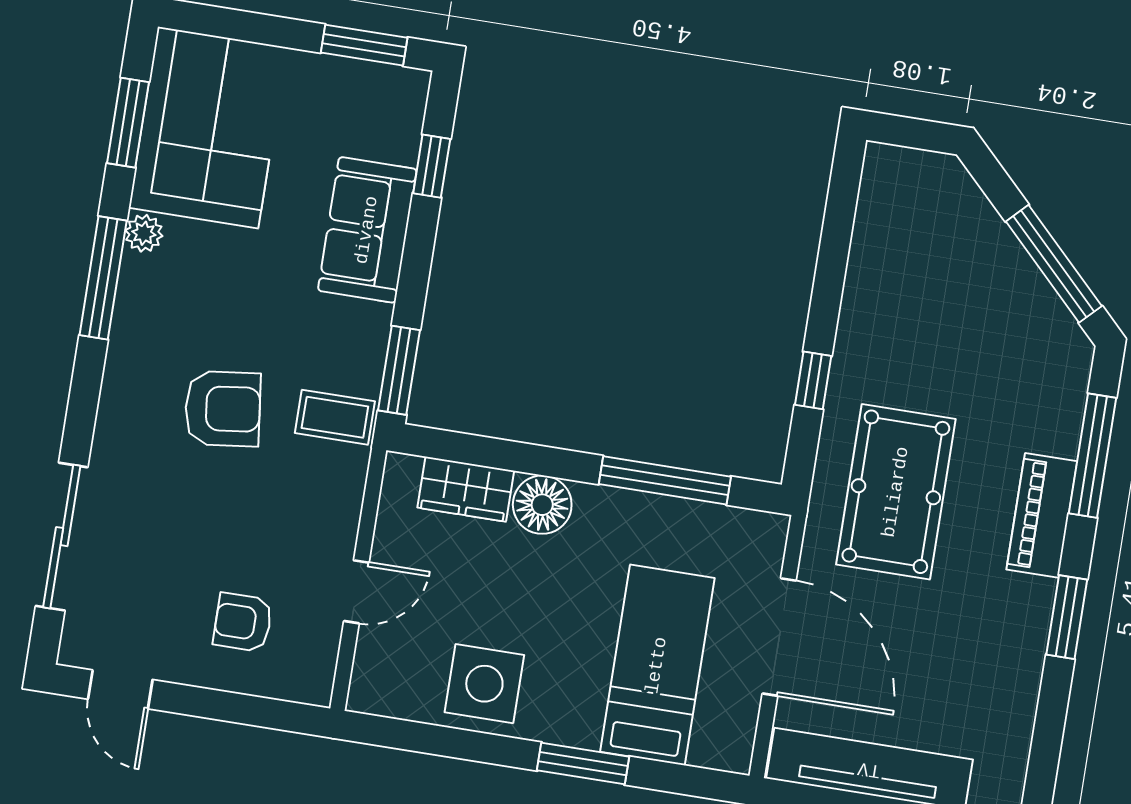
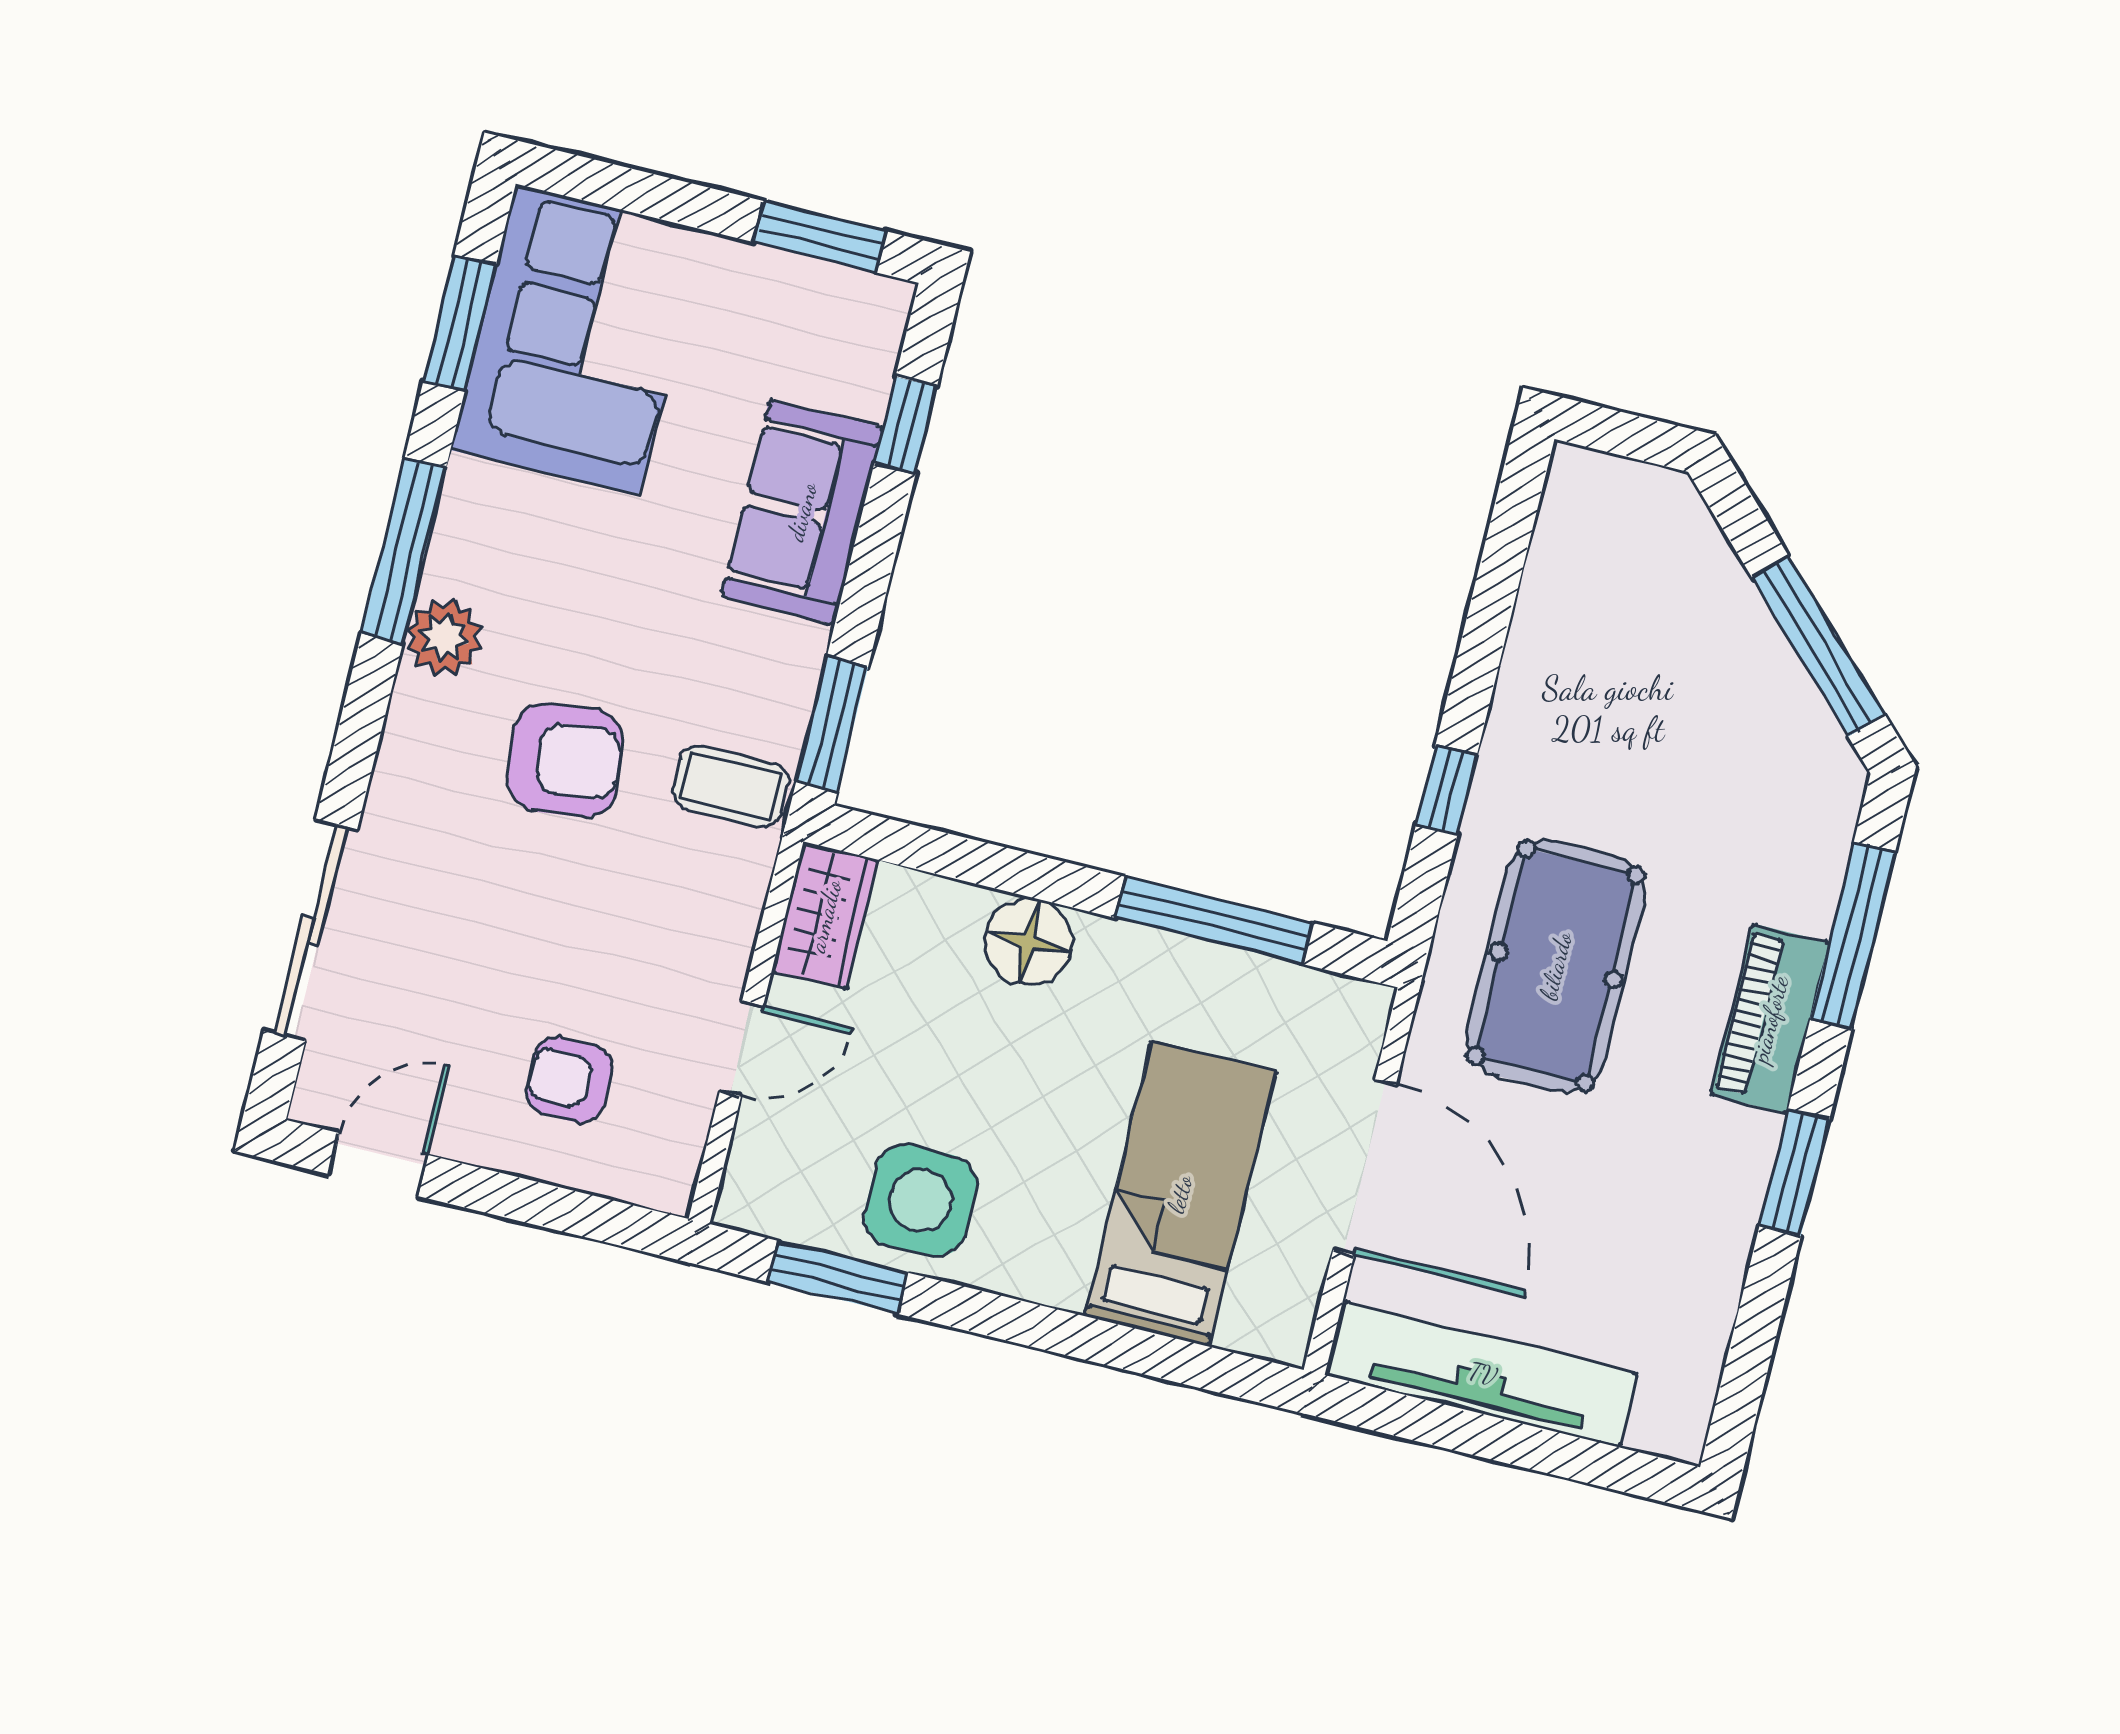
plant: (144, 233) -> (444, 637), moved, width x1.38, depth x1.38
wardrobe: (466, 489) -> (825, 916), moved, turned -90
door: (120, 689) -> (379, 1165), swing flipped
window: (583, 763) -> (838, 1277), moved

